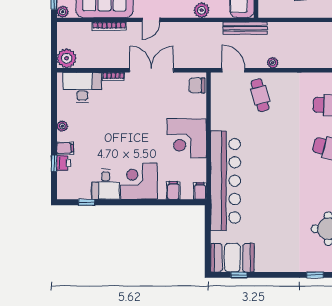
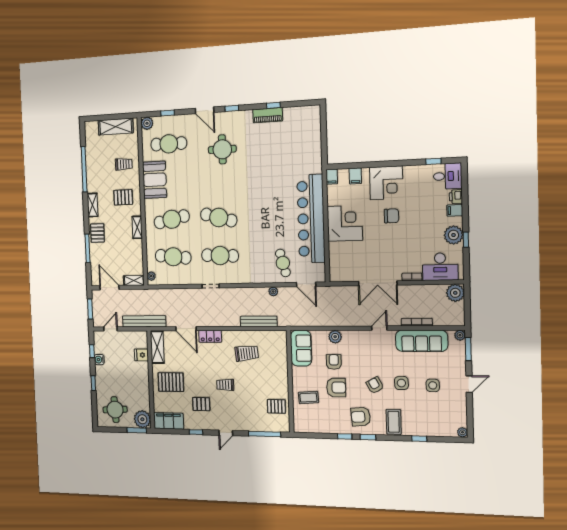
bench: (245, 28) -> (259, 321), moved
chair: (197, 85) -> (391, 216), moved
plant: (62, 126) -> (453, 235), width x1.88, depth x1.88
window: (54, 163) -> (466, 240), moved
bar counter: (225, 181) -> (311, 219), moved
desk: (106, 184) -> (448, 176), moved, turned 90
booth: (232, 258) -> (302, 119), removed
piano: (272, 264) -> (268, 115), added
window: (239, 275) -> (273, 105), moved

